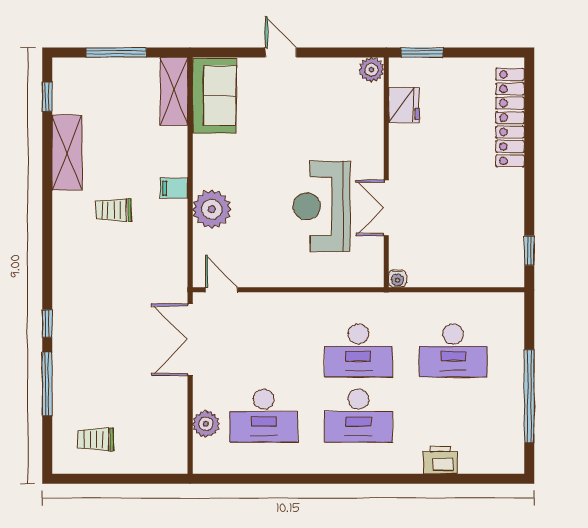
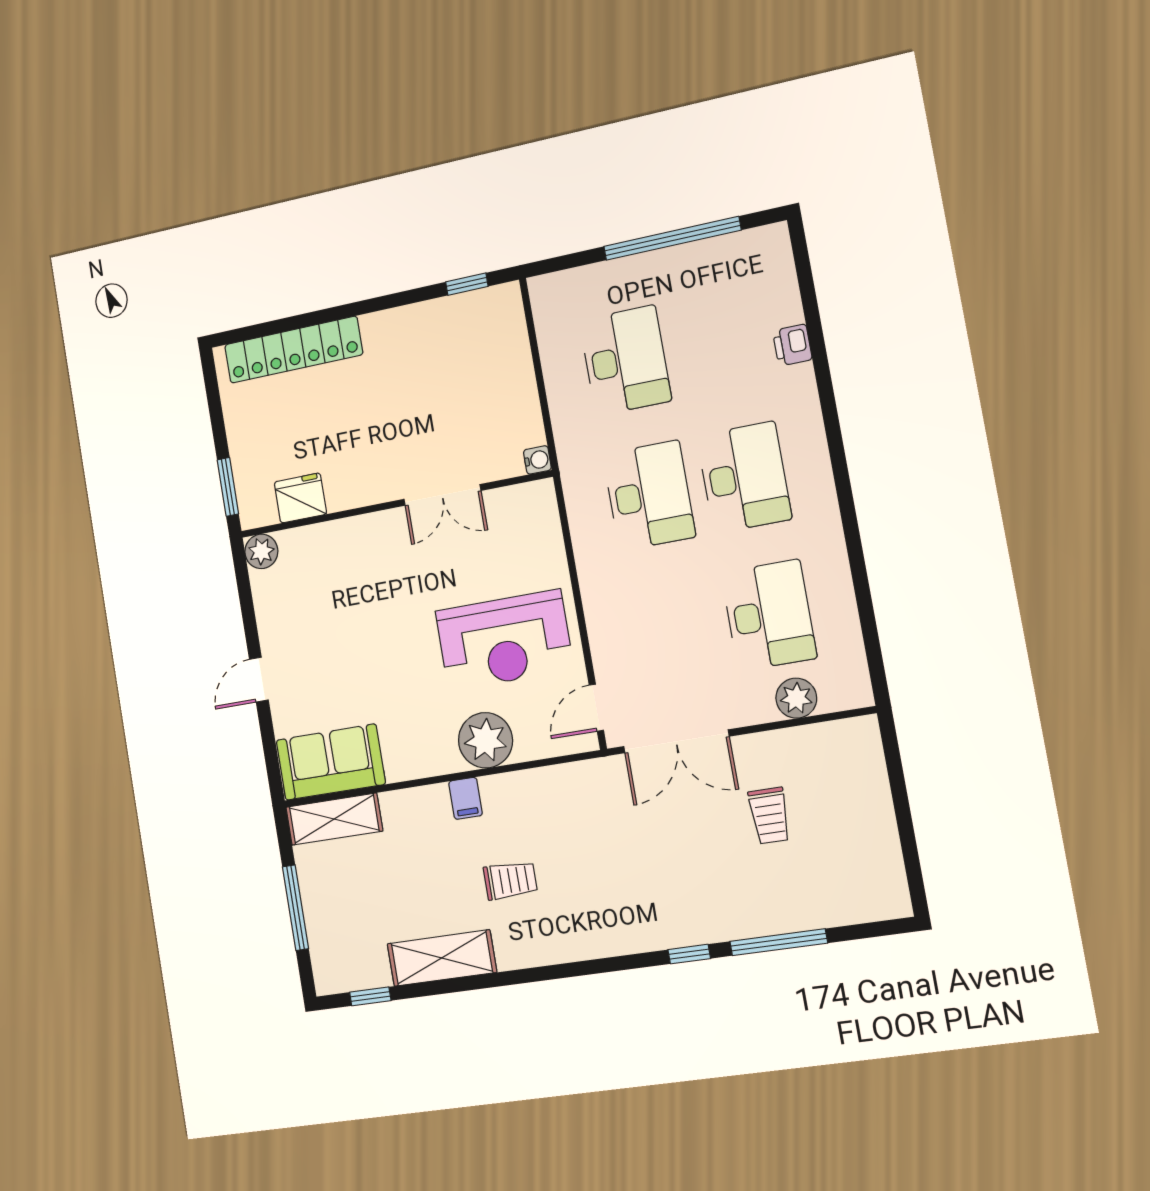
reception desk: (322, 206) -> (504, 640), moved
trolley: (113, 210) -> (510, 880), turned -90
trolley: (96, 439) -> (769, 815), moved
printer: (440, 460) -> (792, 345), width x0.73, depth x0.81

